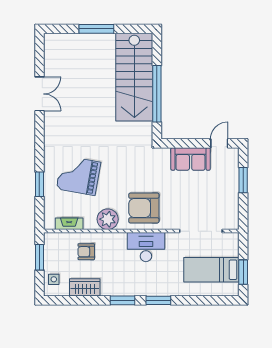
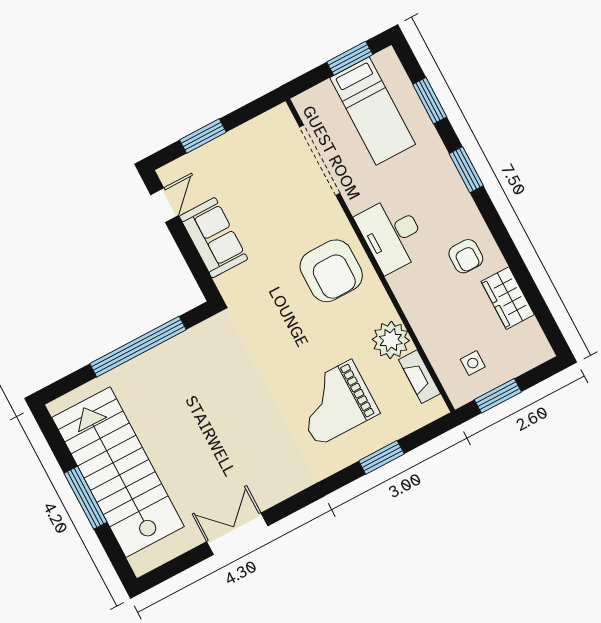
stairs: (134, 77) -> (118, 472), moved, turned -90
door: (219, 143) -> (165, 205), swing flipped
grand piano: (78, 175) -> (334, 403), turned 80
plant: (108, 219) -> (391, 340), moved
armchair: (86, 252) -> (466, 256), moved
side table: (54, 279) -> (473, 363), moved
window: (123, 300) -> (430, 101), moved

